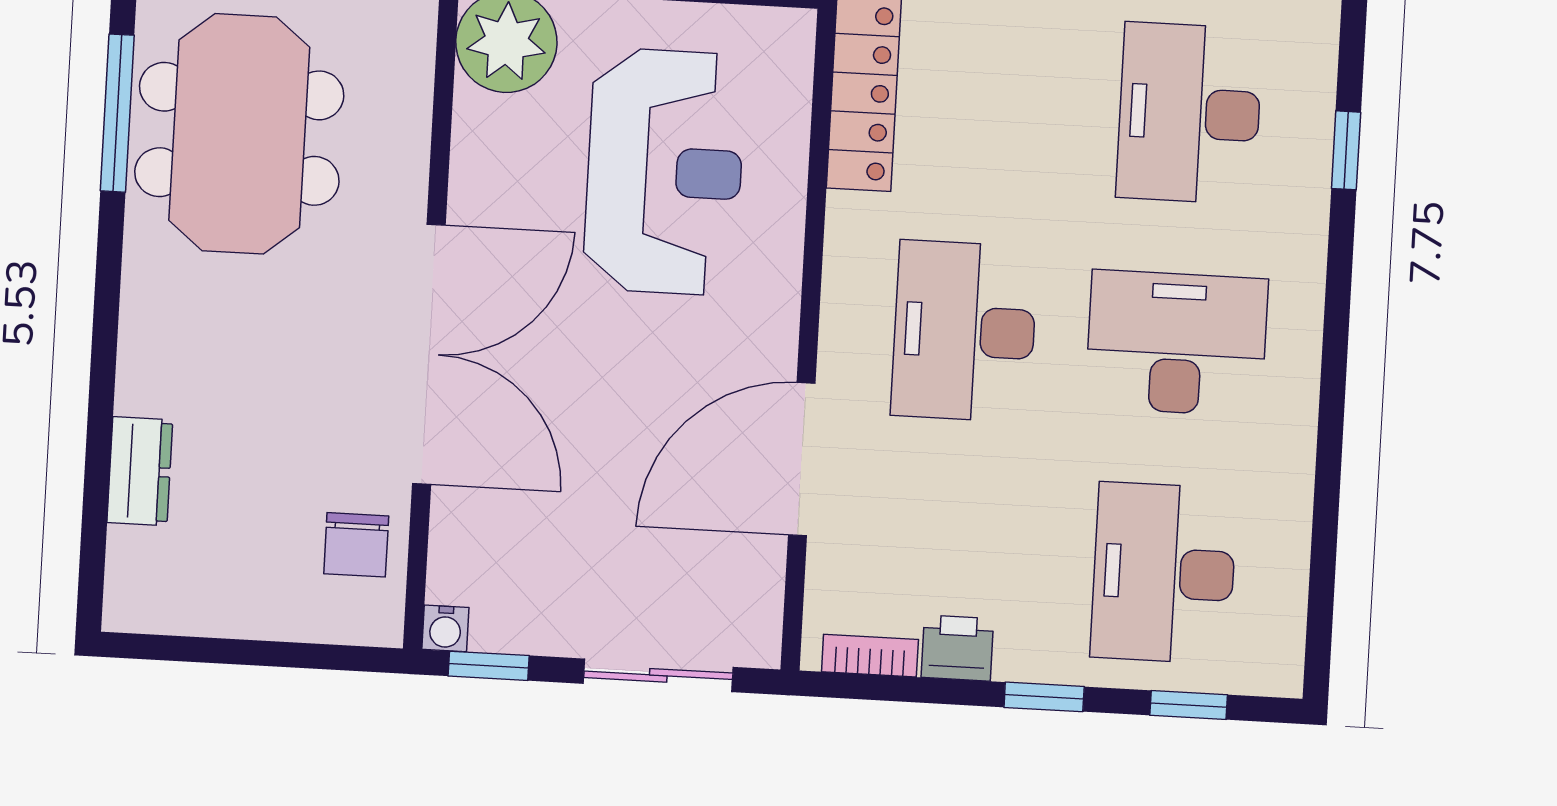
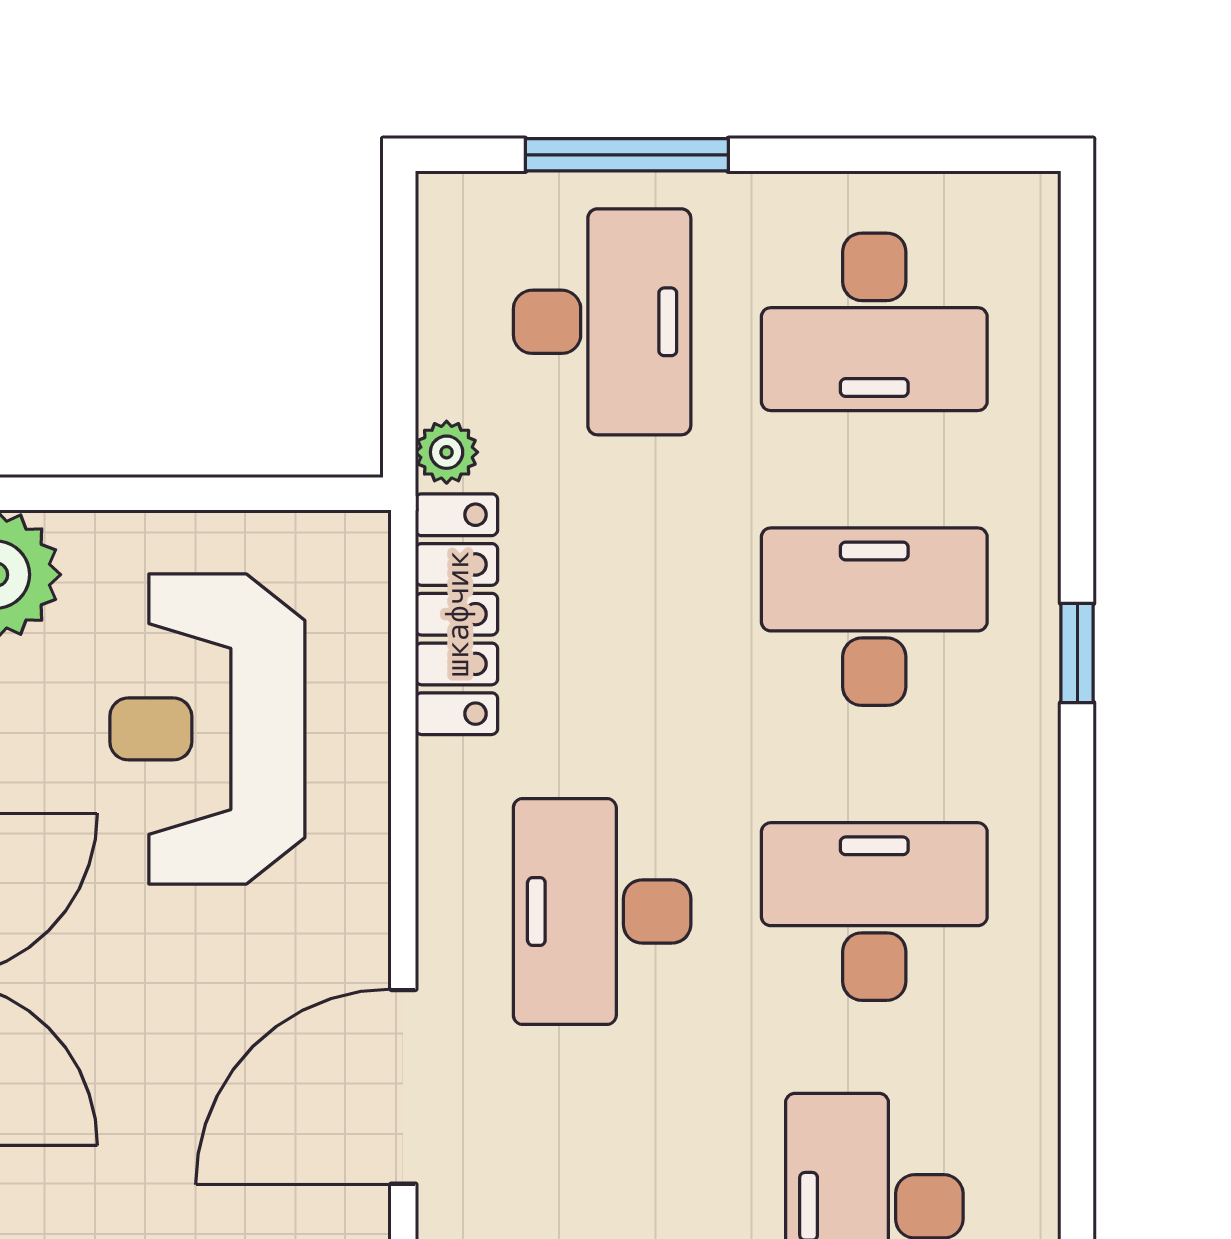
desk: (1189, 113) -> (874, 617), turned 90
reception desk: (665, 172) -> (207, 729), turned 180

